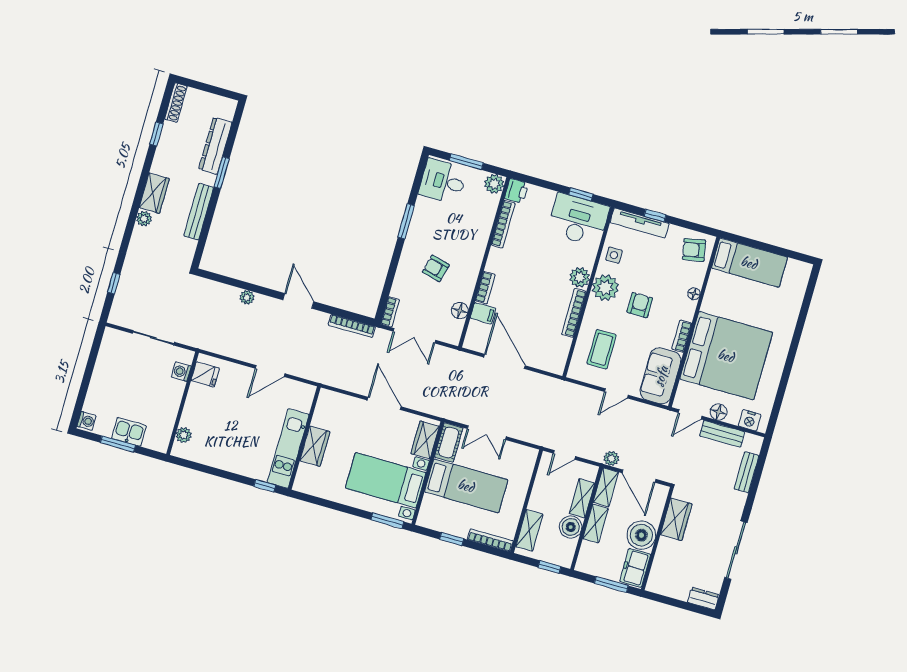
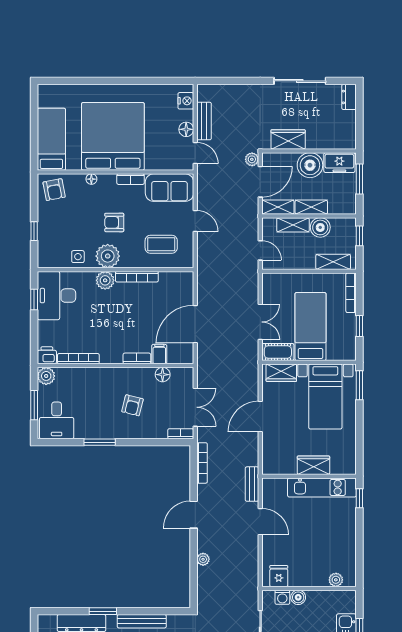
tv unit: (640, 223) -> (44, 243), removed
bed: (726, 356) -> (113, 136), moved
boiler: (176, 389) -> (298, 597), added
plant: (611, 458) -> (252, 159), moved
bench: (746, 472) -> (252, 484), moved, turned 90

